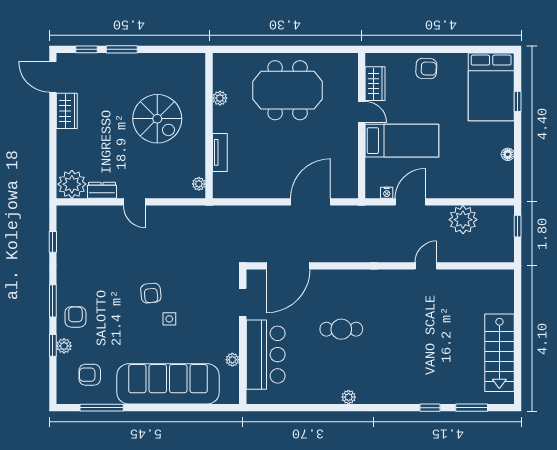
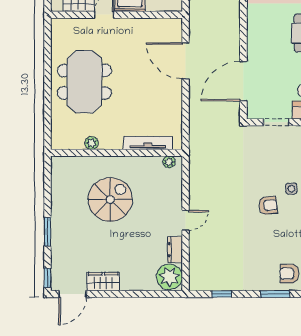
window: (87, 49) -> (48, 278), moved
tv unit: (220, 152) -> (148, 143), width x1.41
door: (288, 266) -> (243, 81), swing flipped

